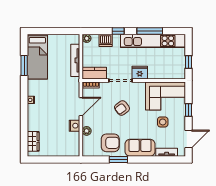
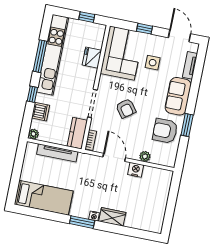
window: (24, 65) -> (82, 222), moved
fridge: (140, 73) -> (92, 58), moved
wardrobe: (33, 141) -> (112, 217), moved
armchair: (110, 143) -> (165, 131), turned -90

